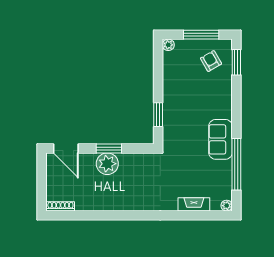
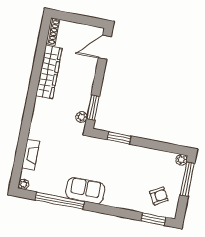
window: (201, 35) -> (187, 179), moved
window: (109, 148) -> (93, 108), moved
plant: (107, 164) -> (81, 117), moved, width x0.53, depth x0.53
wardrobe: (104, 202) -> (49, 72), added

